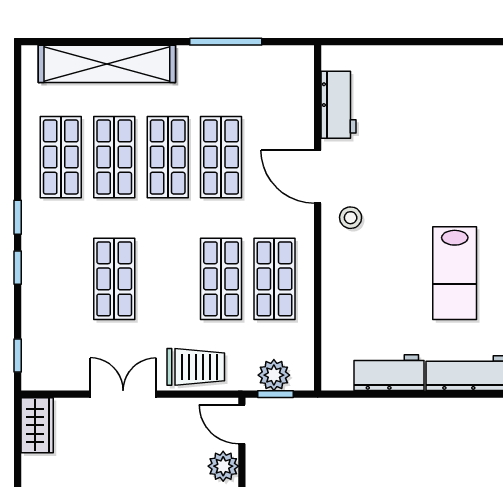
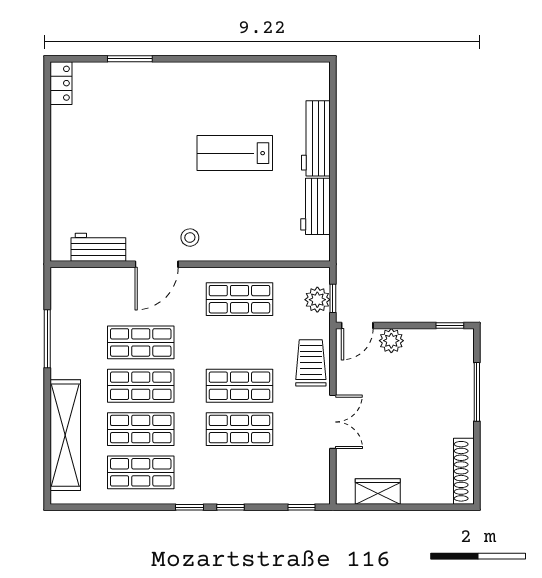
lab bench: (455, 273) -> (235, 153), turned 180
shop shelf: (221, 279) -> (239, 386), moved
double door: (123, 394) -> (333, 422), swing flipped
wardrobe: (37, 425) -> (378, 492), moved

